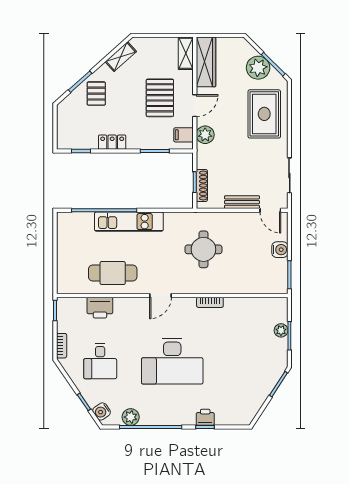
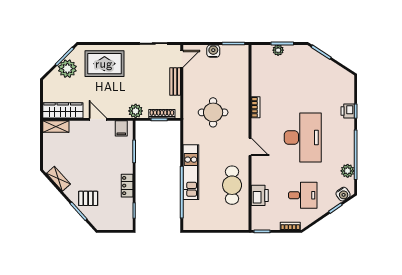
pallet: (160, 98) -> (92, 147), removed
plant: (205, 135) -> (136, 111), moved

